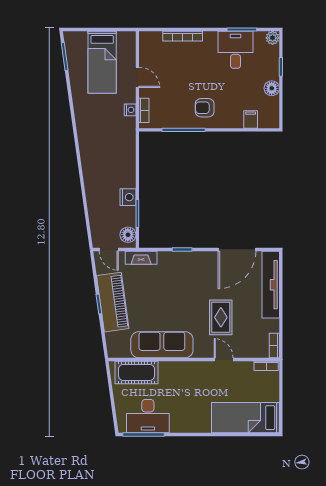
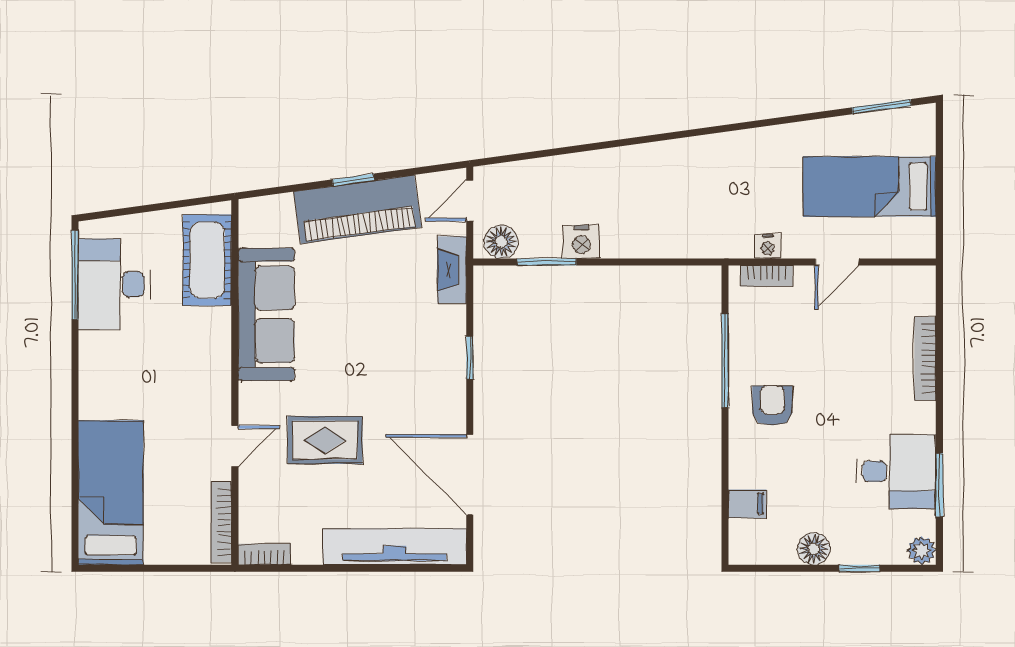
bookcase: (266, 366) -> (221, 522), width x1.56

